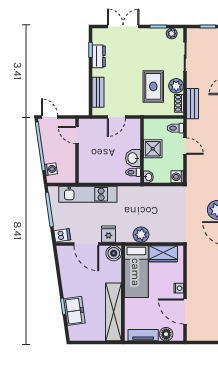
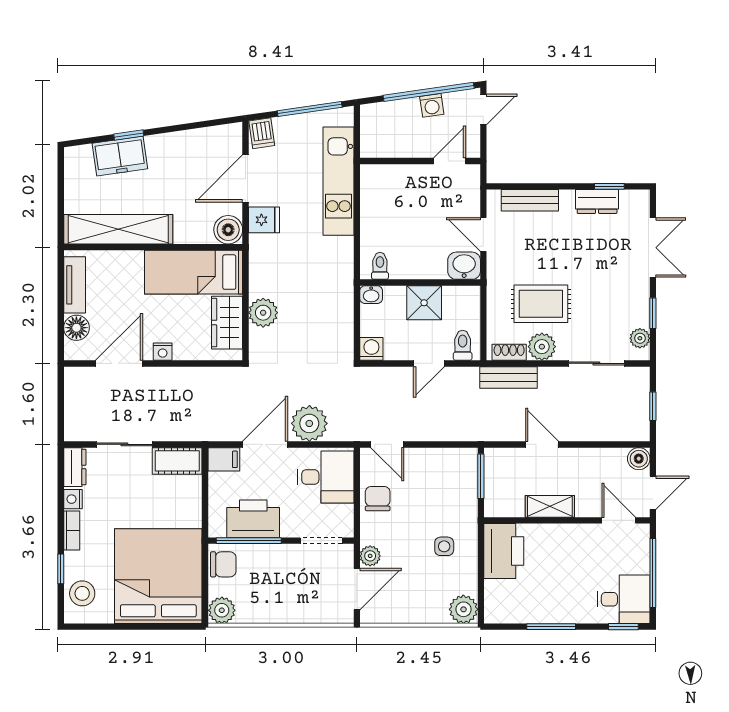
washbasin: (133, 158) -> (464, 266), moved
washing machine: (51, 169) -> (432, 105), moved
plant: (141, 235) -> (263, 313), moved

